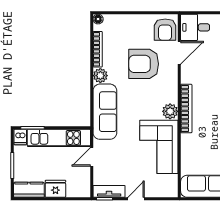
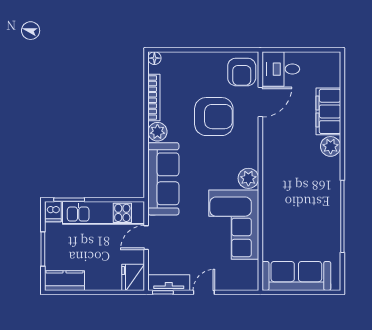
armchair: (144, 64) -> (214, 117), turned 180
bookcase: (186, 109) -> (269, 175), removed
fridge: (55, 189) -> (133, 277), moved, turned -90

